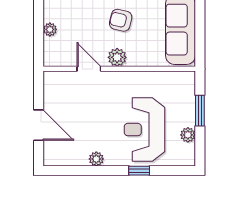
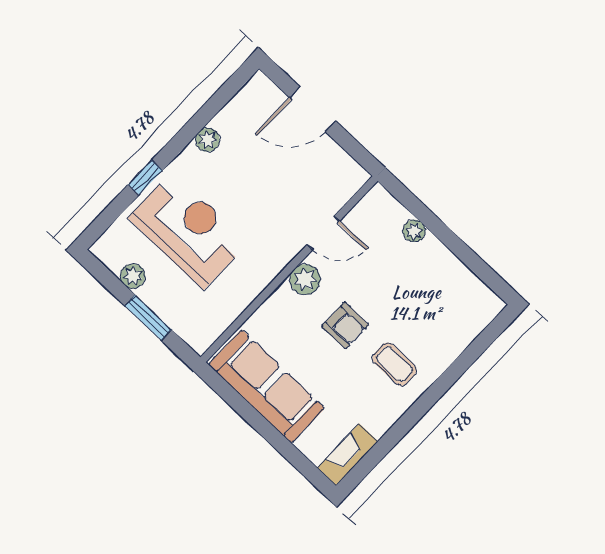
armchair: (121, 20) -> (345, 325), turned 77

